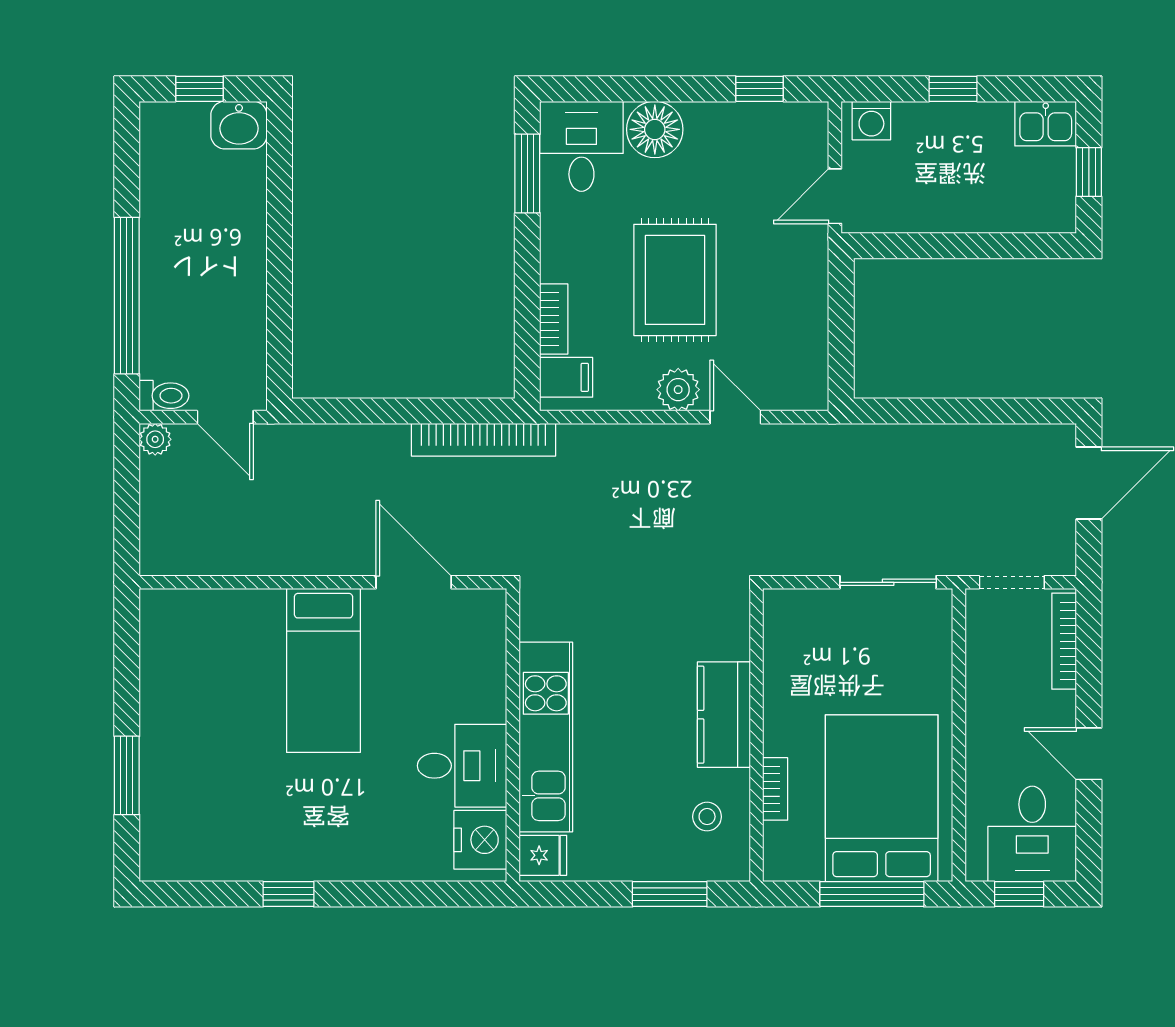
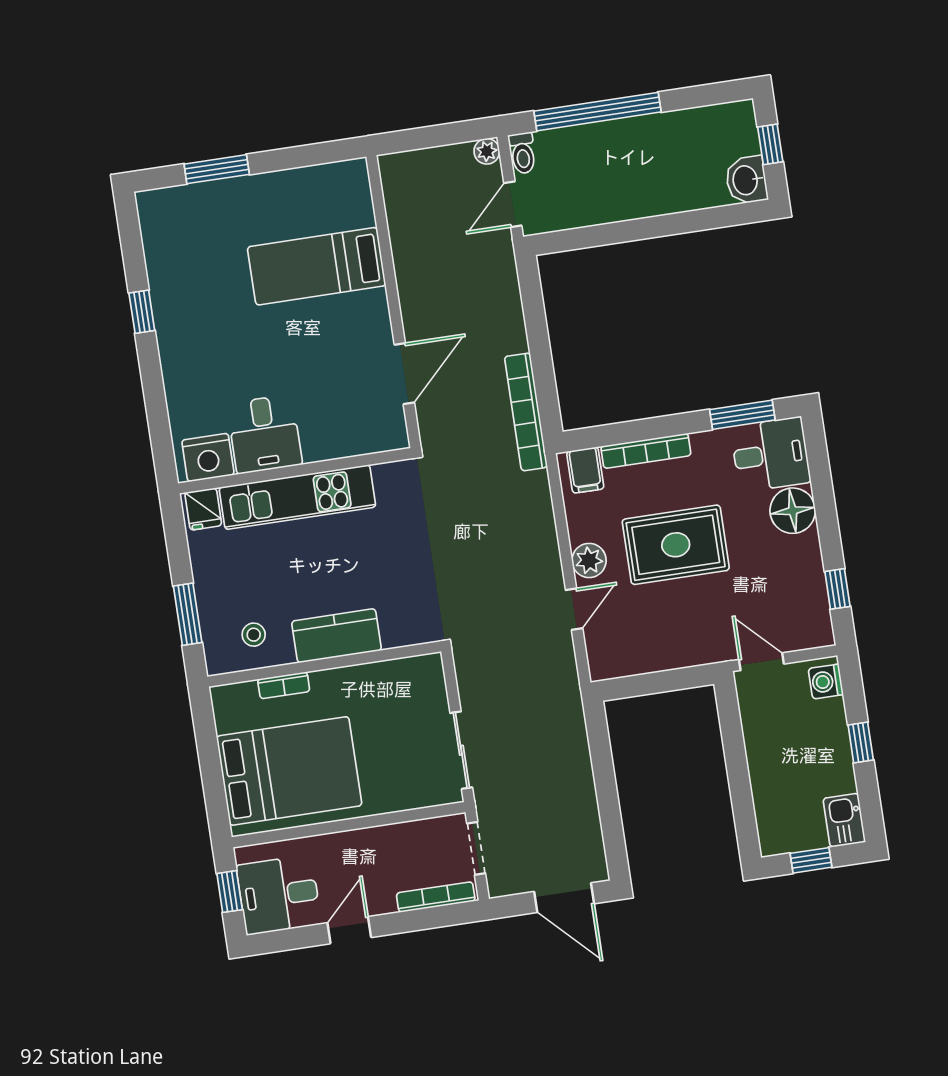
bookcase: (554, 319) -> (646, 451), width x1.56
bed: (323, 670) -> (317, 266), moved
window: (872, 894) -> (212, 775), removed

